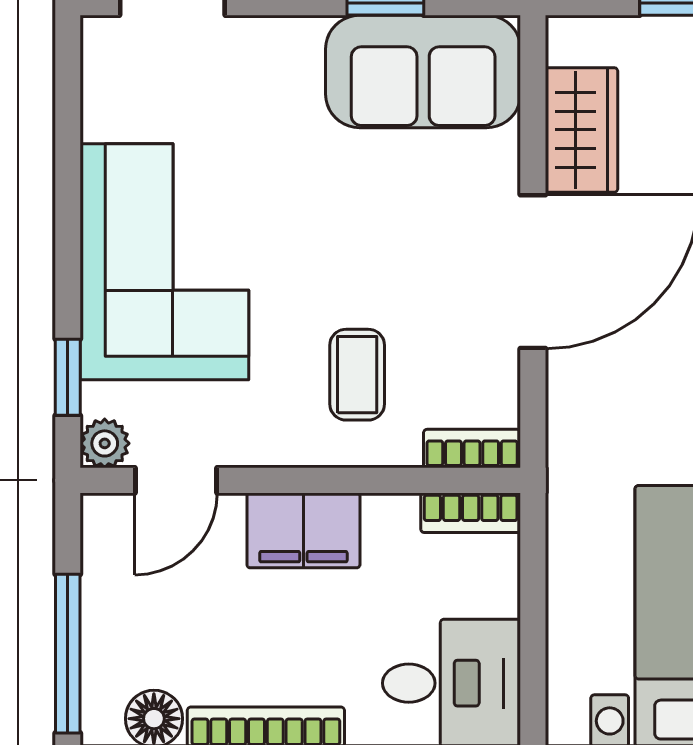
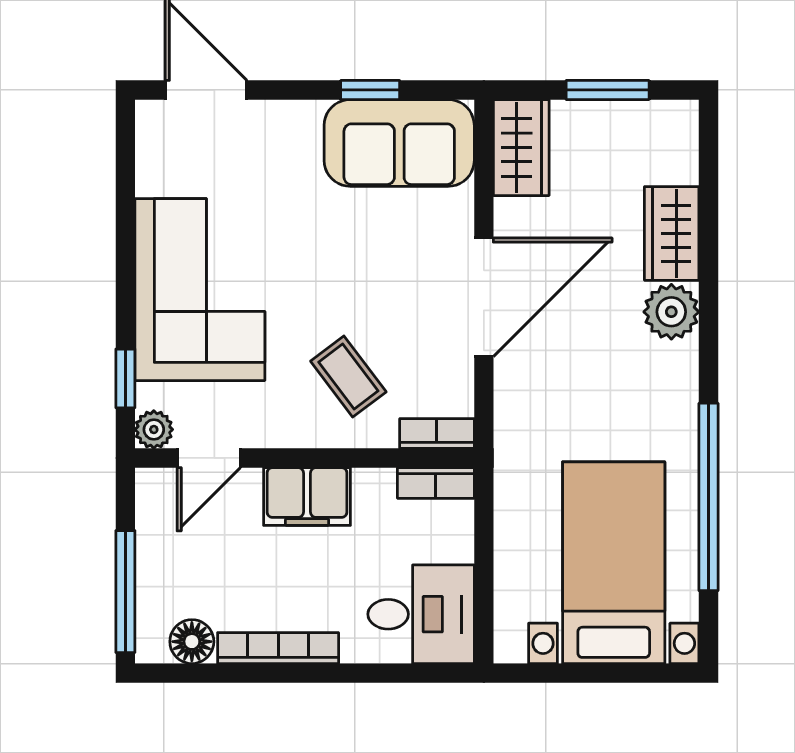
wardrobe: (581, 130) -> (521, 148), moved
coffee table: (357, 375) -> (348, 377), turned -37

